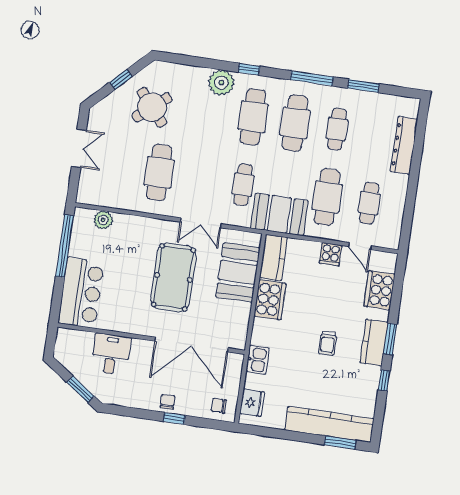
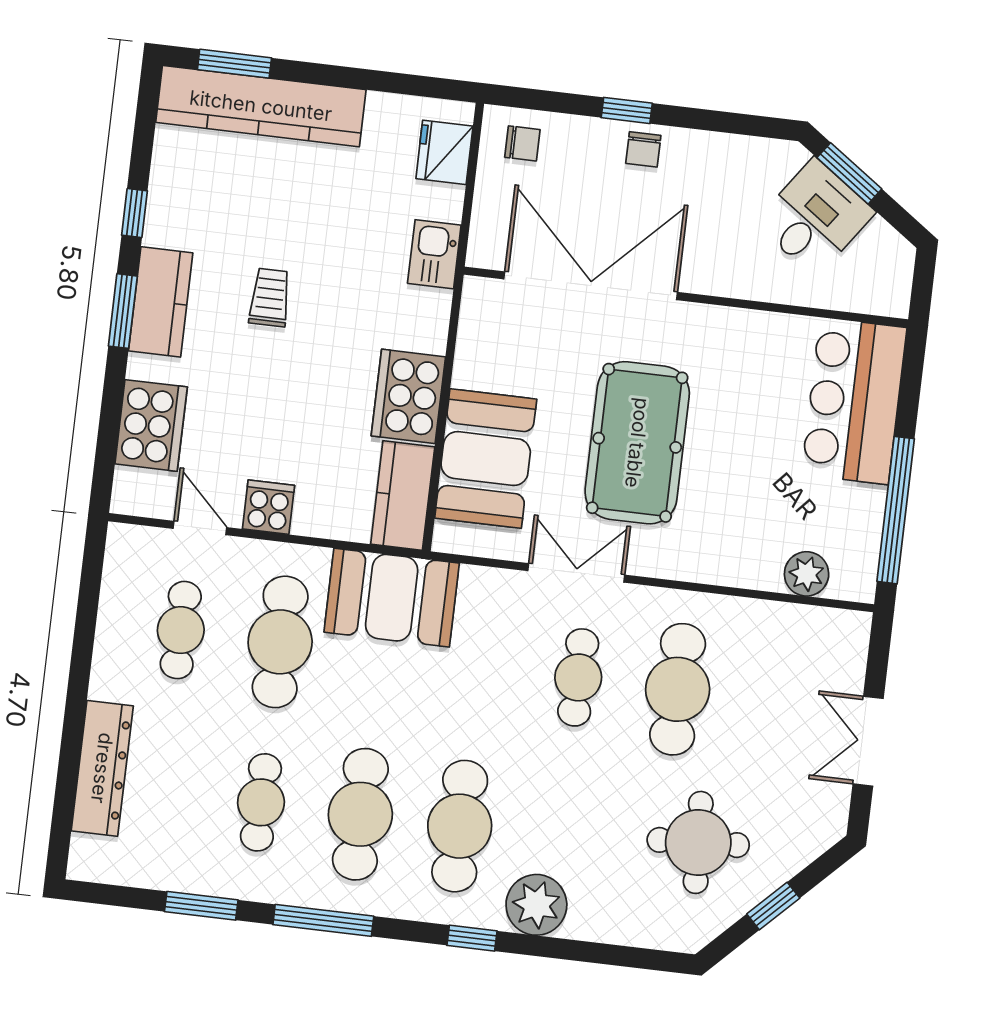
round table: (152, 107) -> (698, 842), turned 37
cafe table: (243, 185) -> (578, 677), moved
desk: (111, 354) -> (815, 218), moved, turned -145

